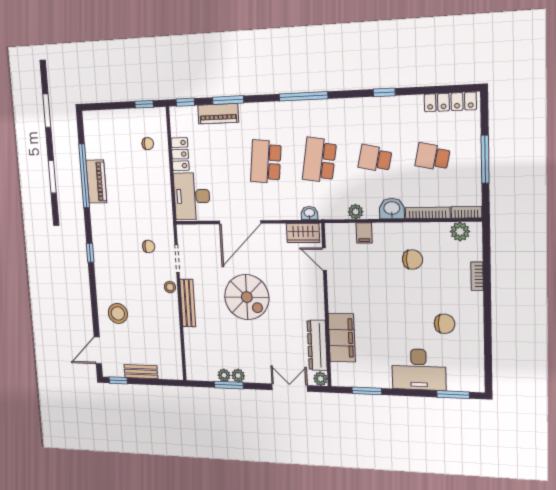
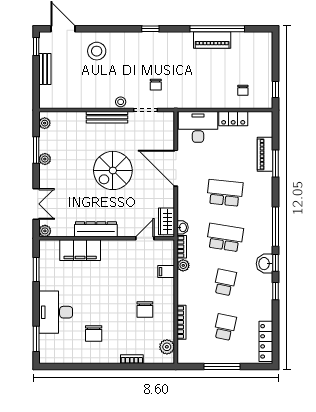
window: (185, 102) -> (276, 263), moved
washbasin: (392, 209) -> (264, 264), moved, turned 180
bookcase: (466, 212) -> (182, 247), moved
dresser: (317, 345) -> (96, 229), moved
plant: (224, 375) -> (45, 123), moved

